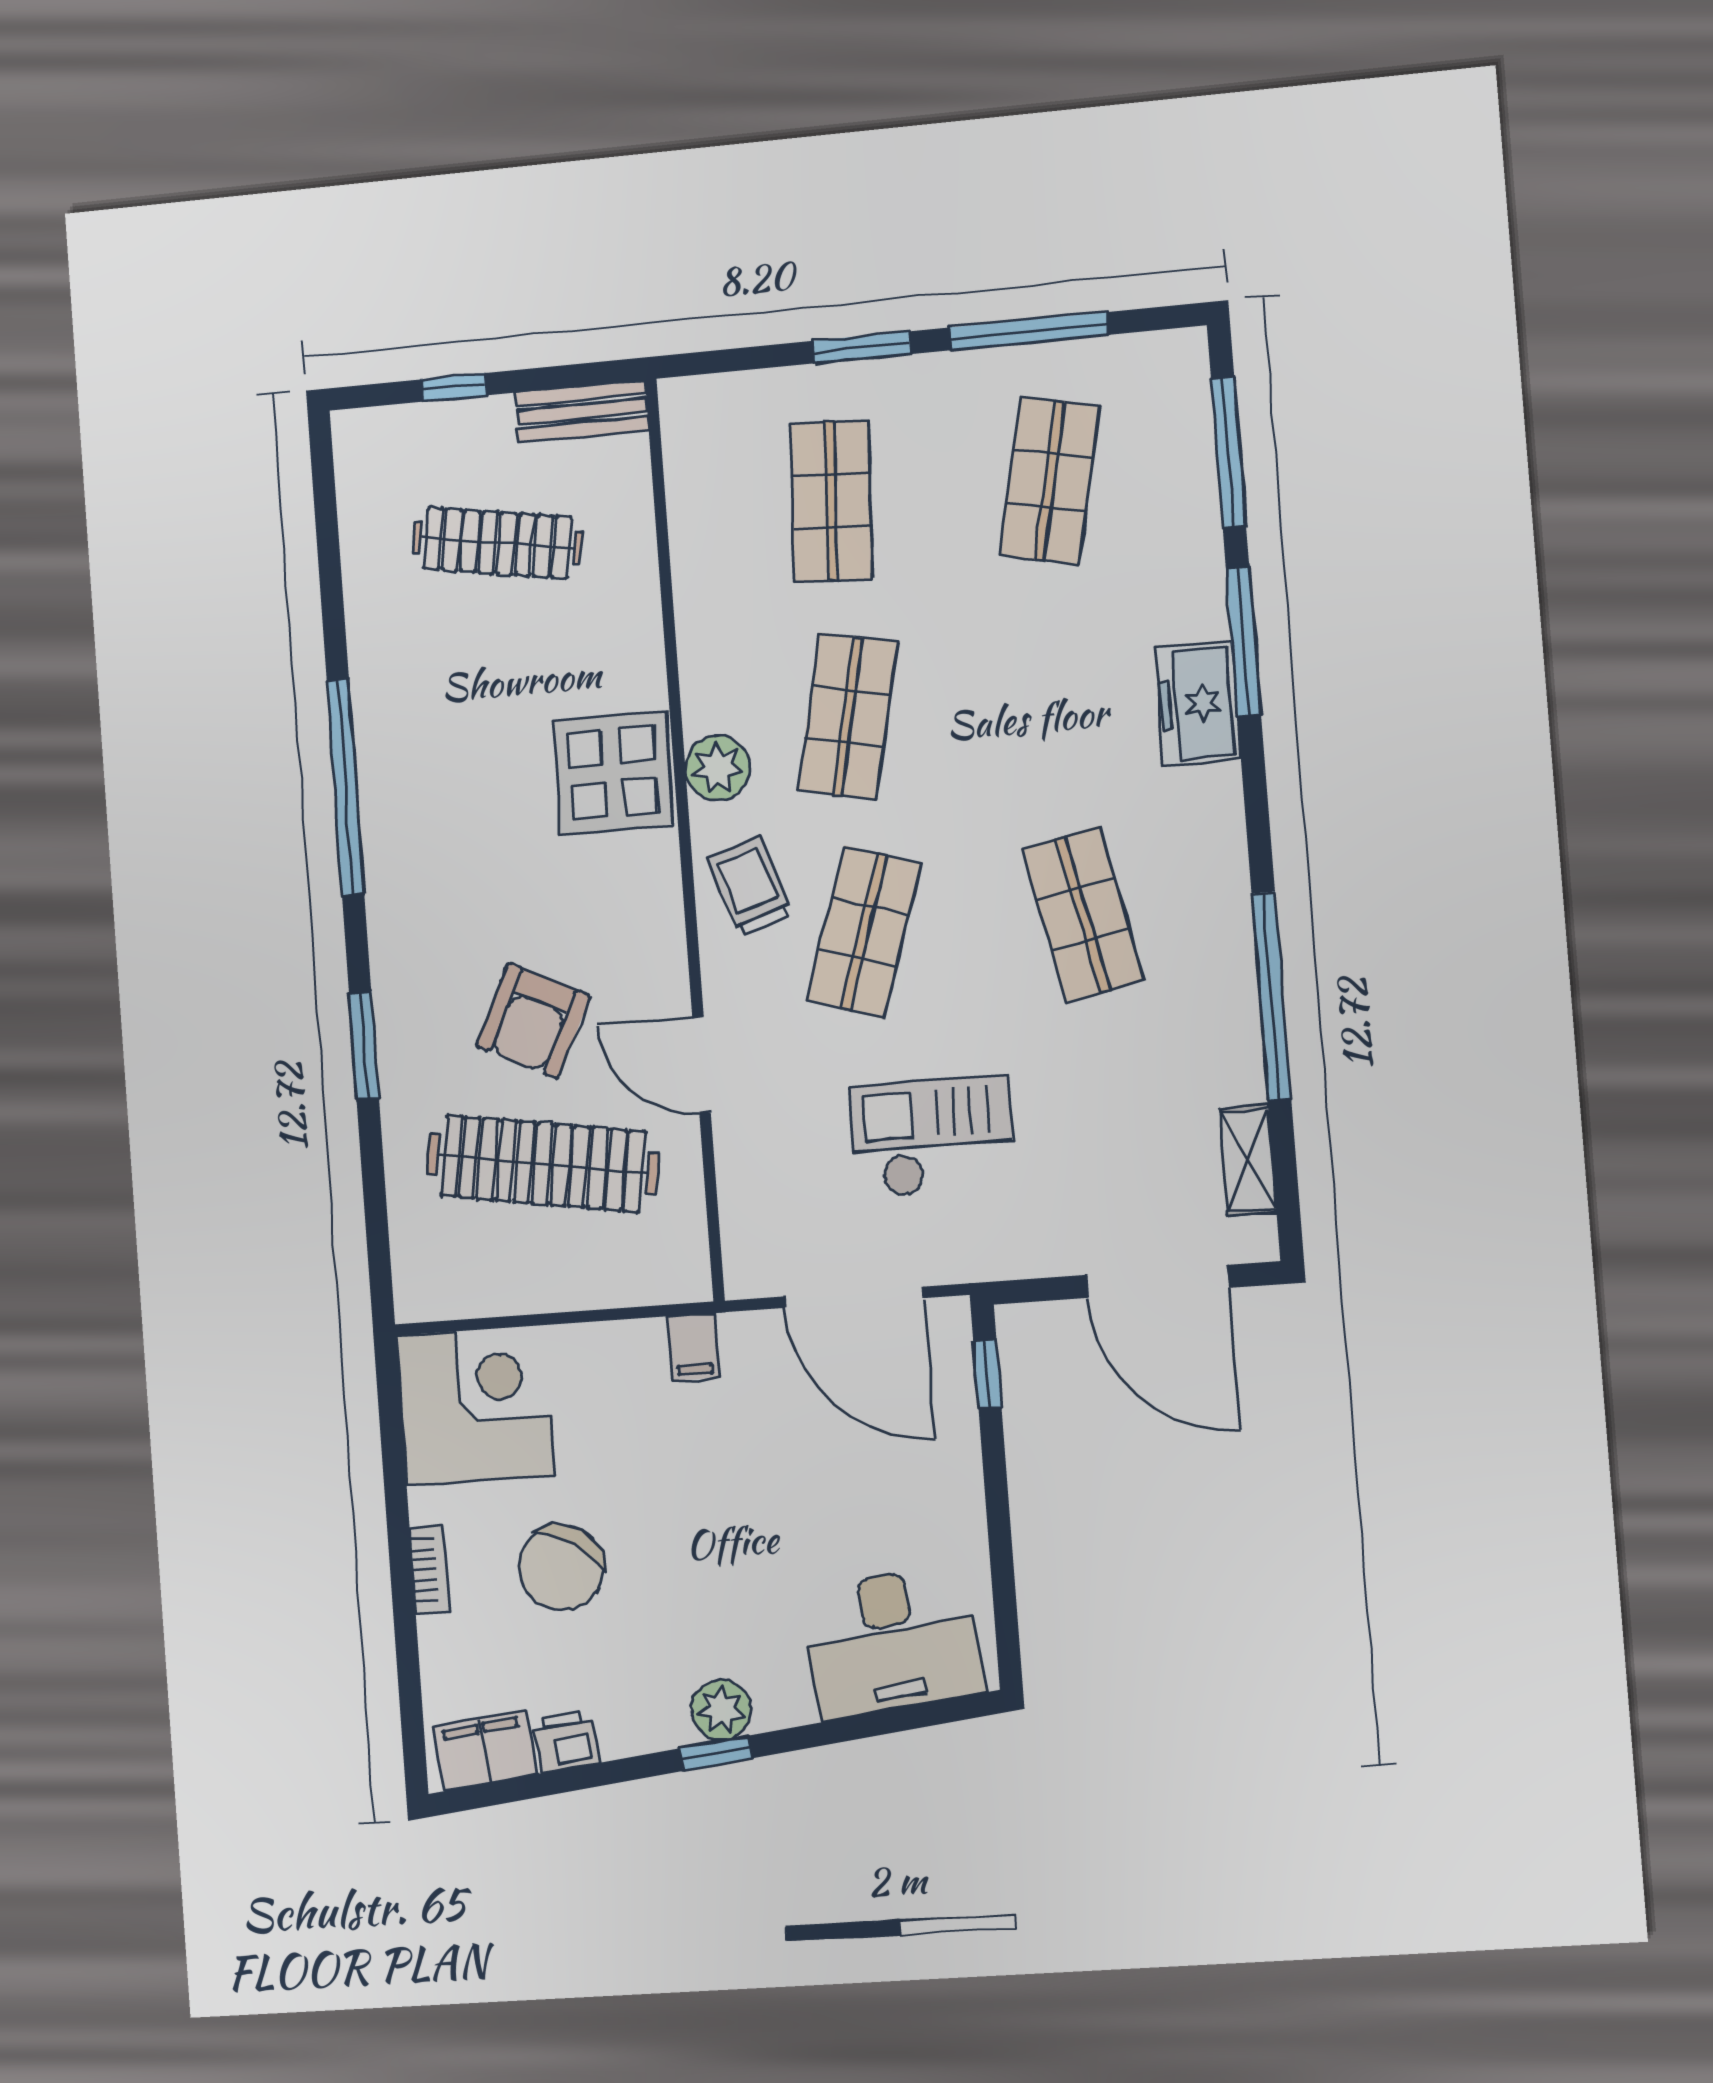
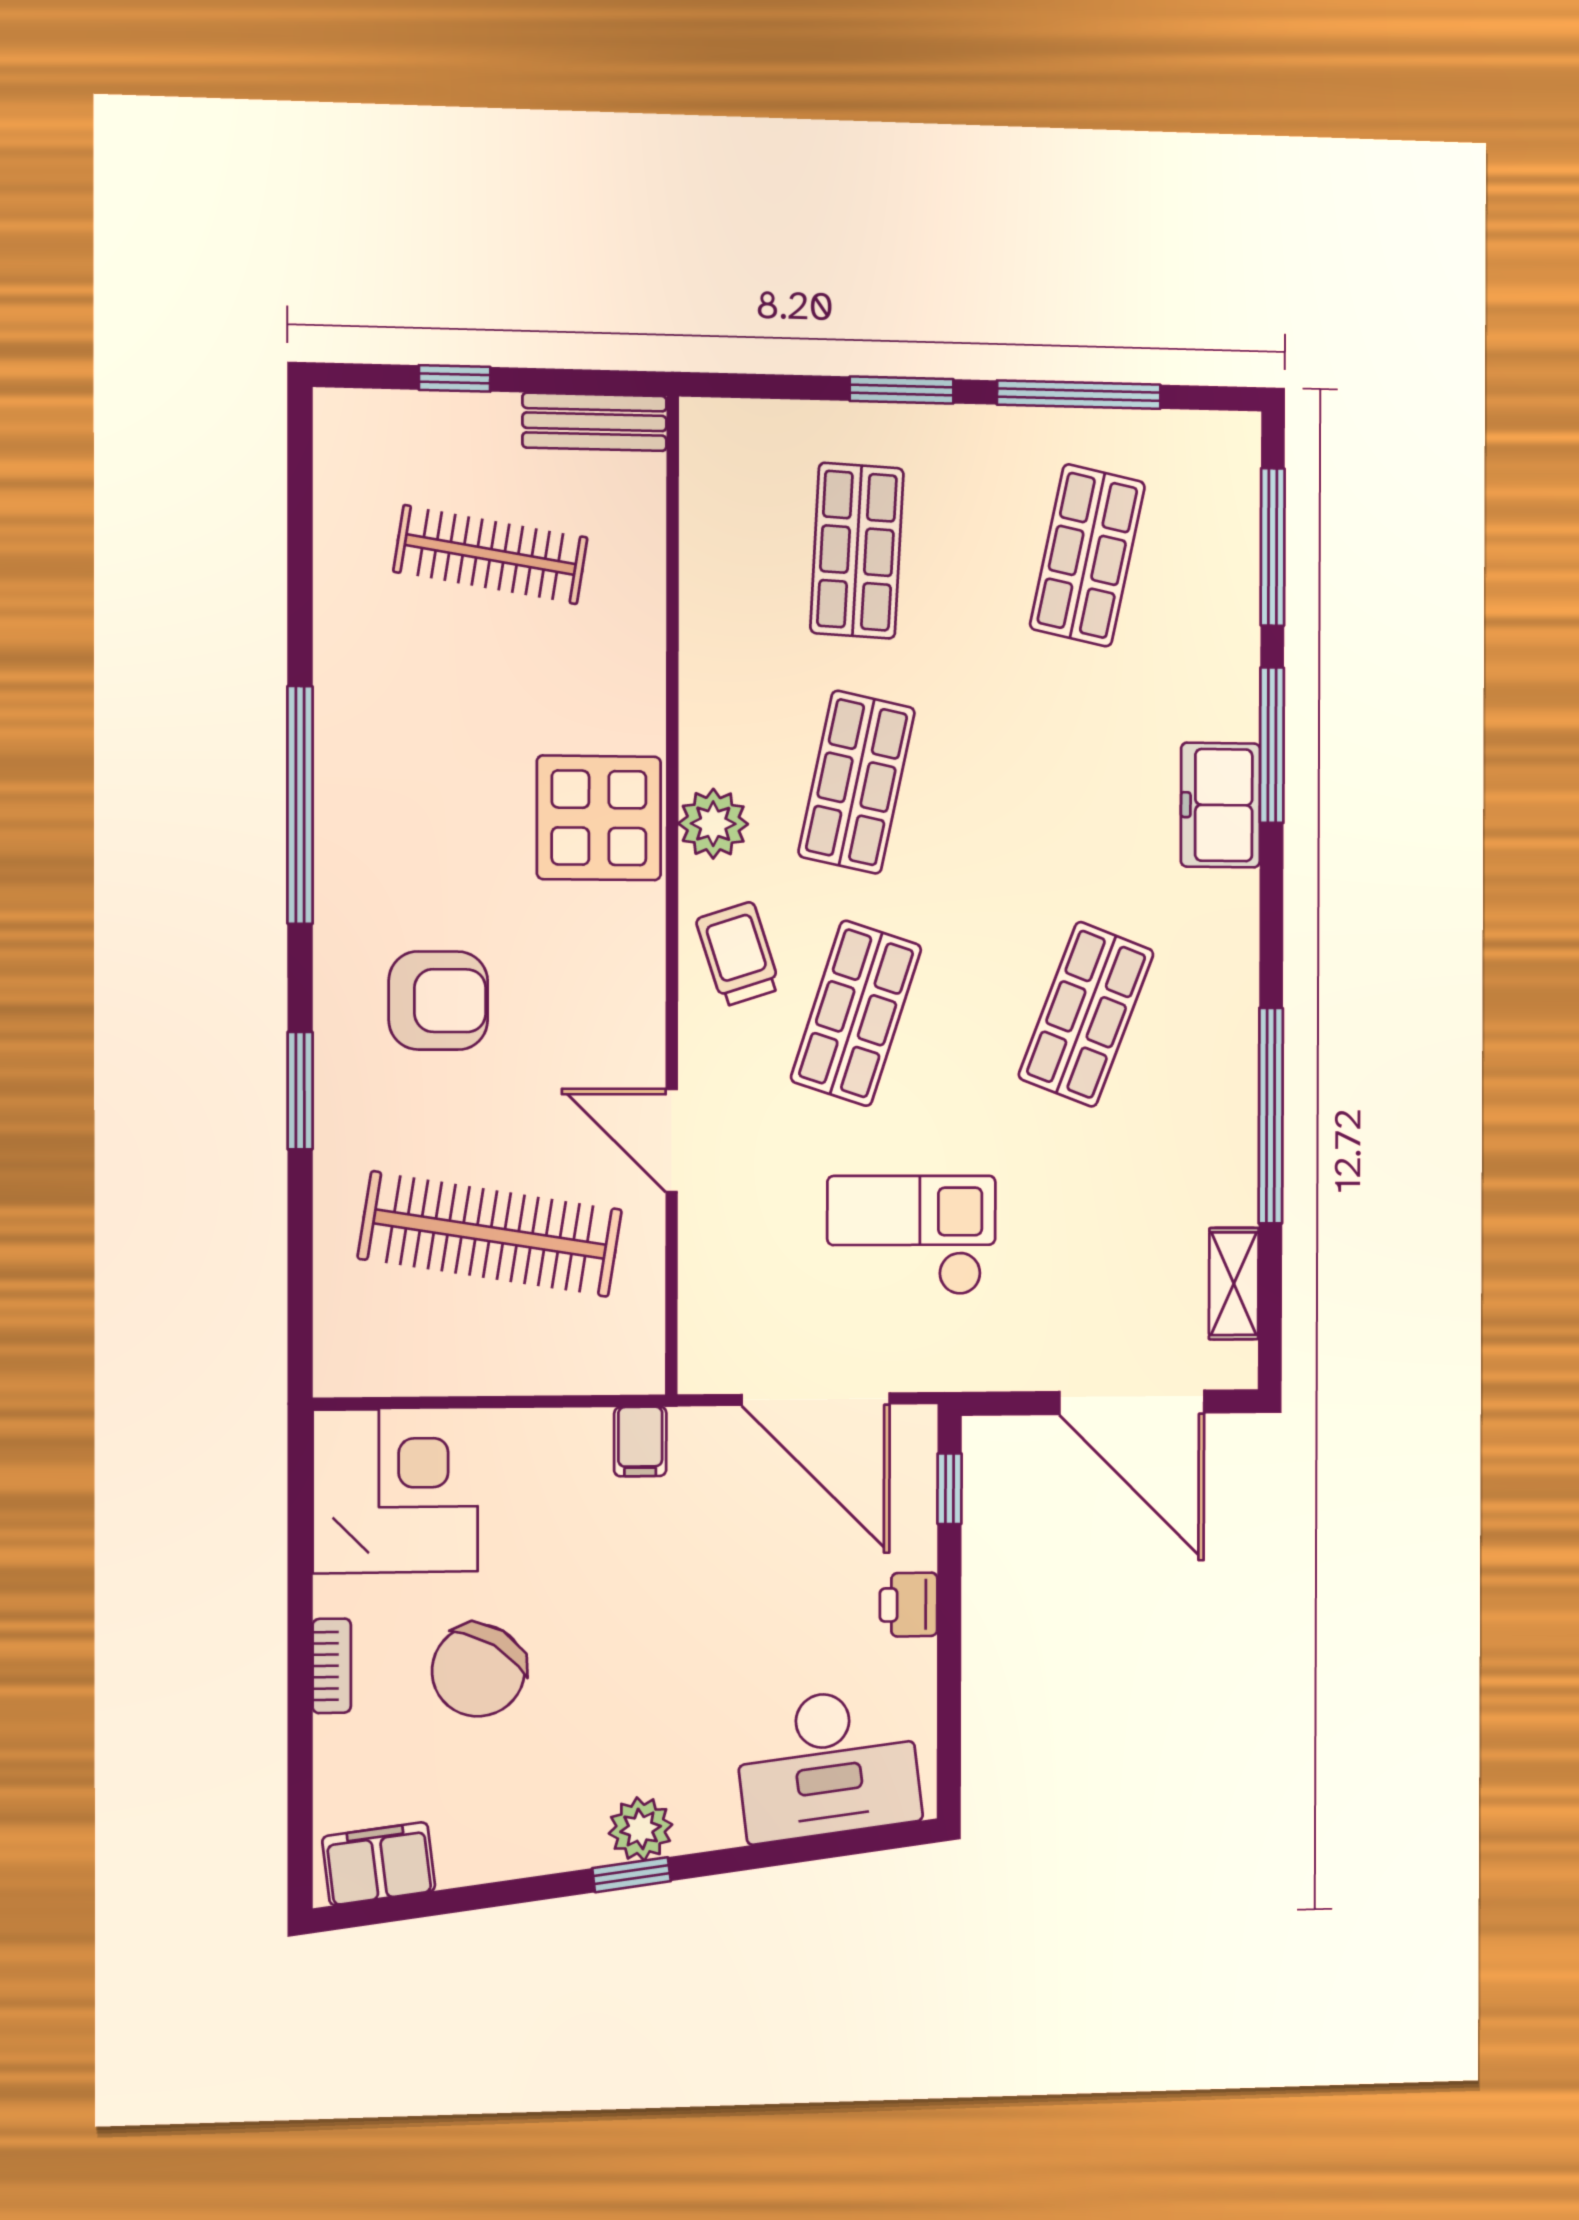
shop shelf: (1083, 914) -> (1086, 1014), turned 33
armchair: (533, 1021) -> (438, 1001), moved, turned -116
printer: (566, 1741) -> (909, 1605), moved, turned -83

